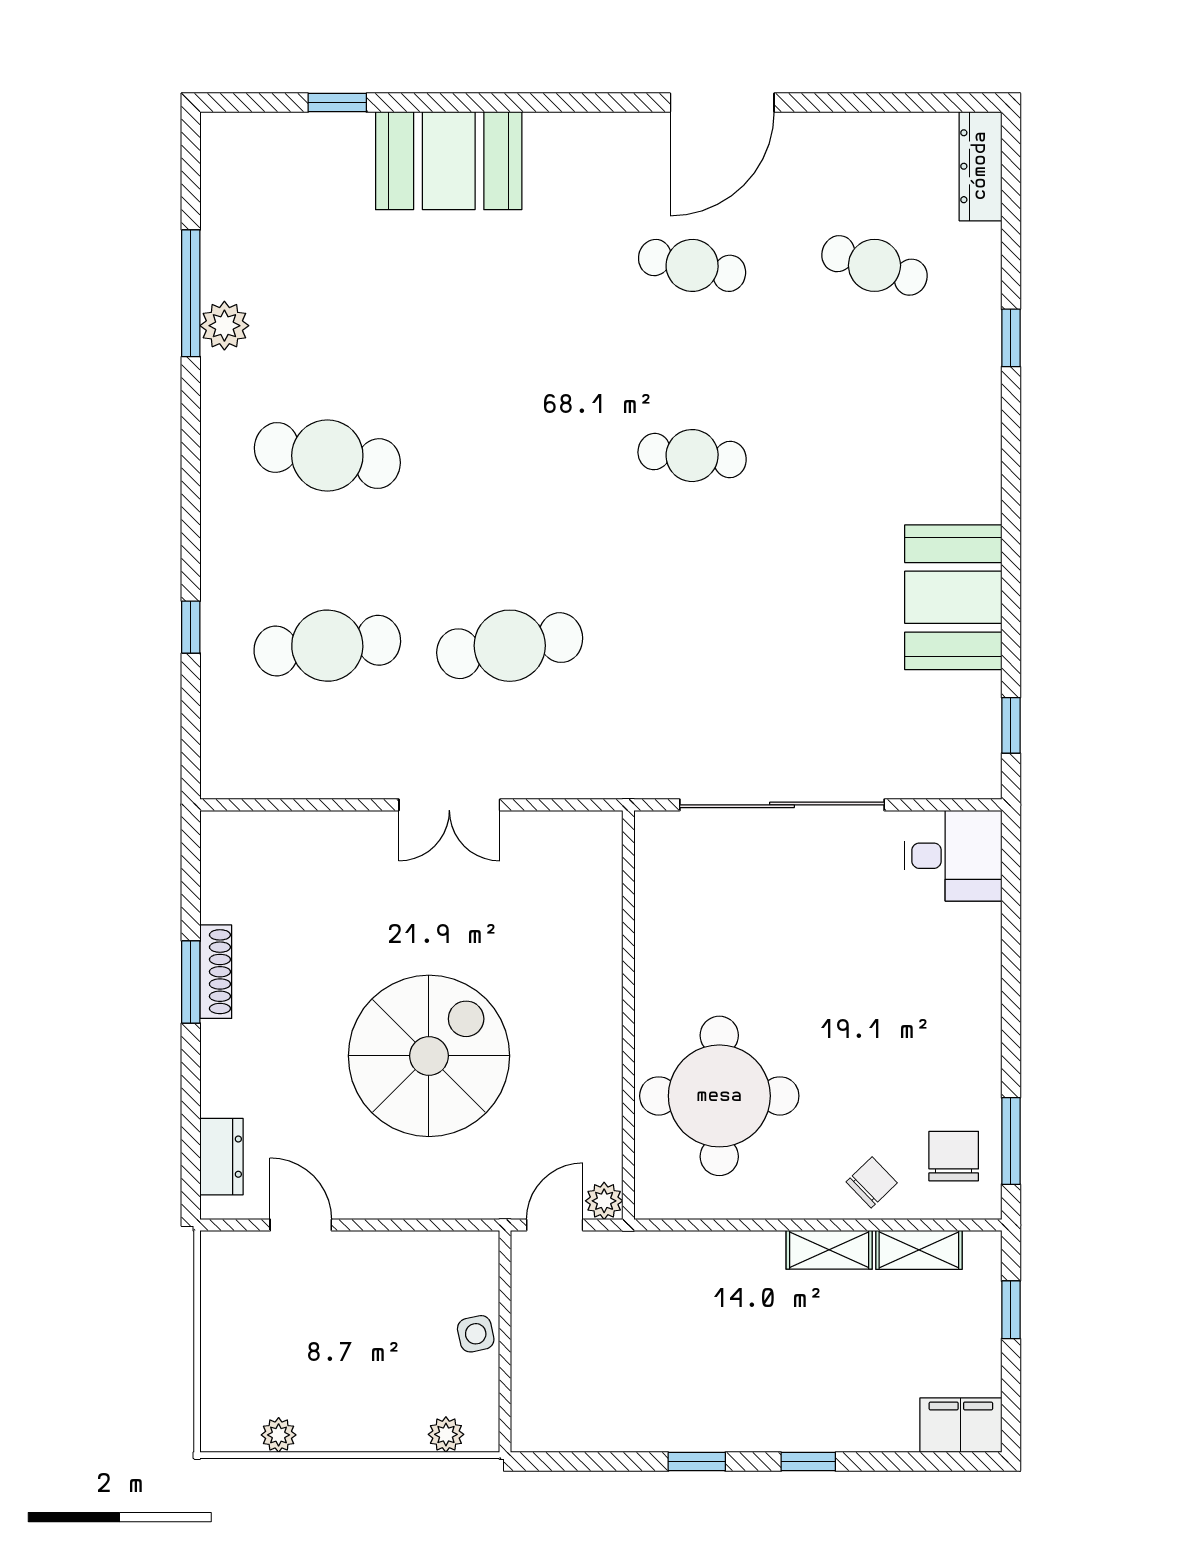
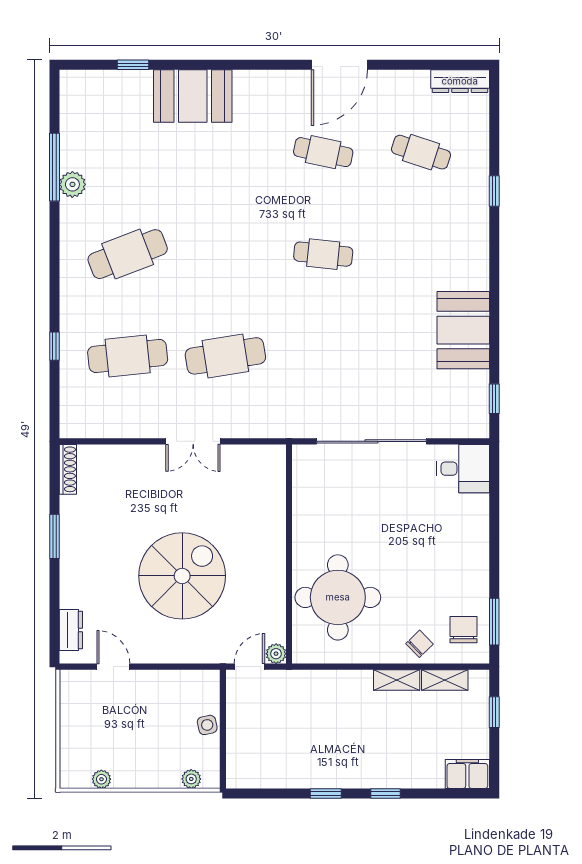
dresser: (980, 166) -> (460, 81), moved, turned -90
cafe table: (327, 456) -> (128, 254), turned -30
shoe rack: (216, 972) -> (68, 469), moved

